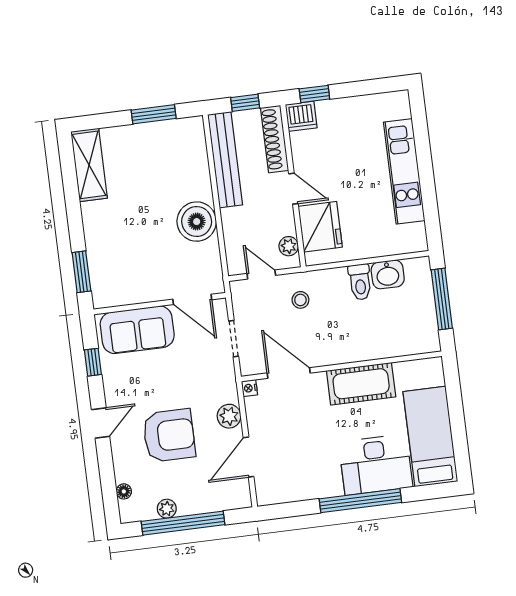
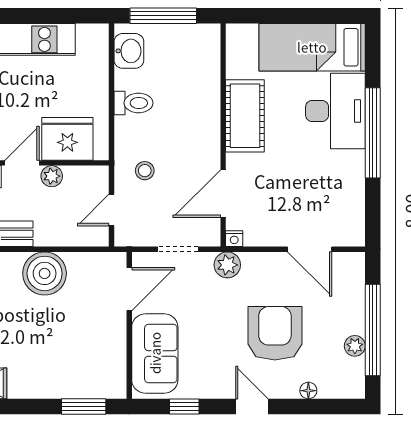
plant: (289, 246) -> (52, 176), moved
washbasin: (388, 274) -> (129, 51), moved
plant: (229, 416) -> (227, 265), moved
floor lamp: (124, 491) -> (308, 391), moved

